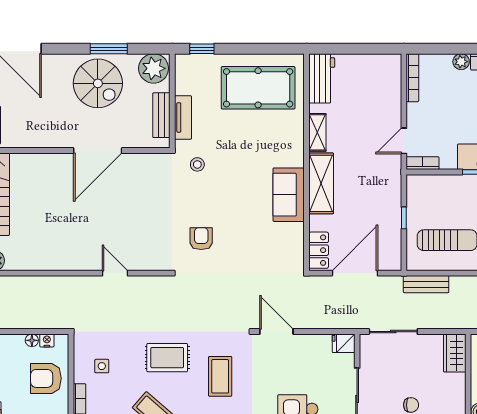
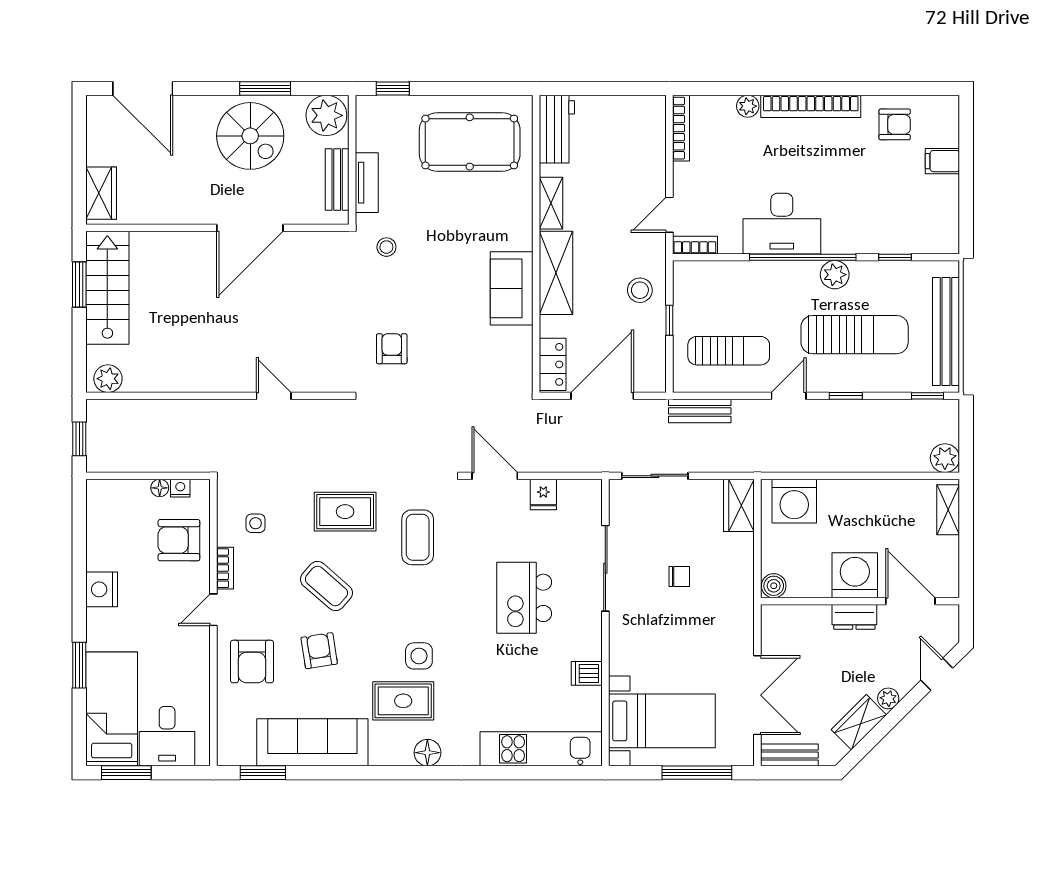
stool: (382, 196) -> (640, 290), added
fridge: (344, 343) -> (543, 494), moved, turned -90

